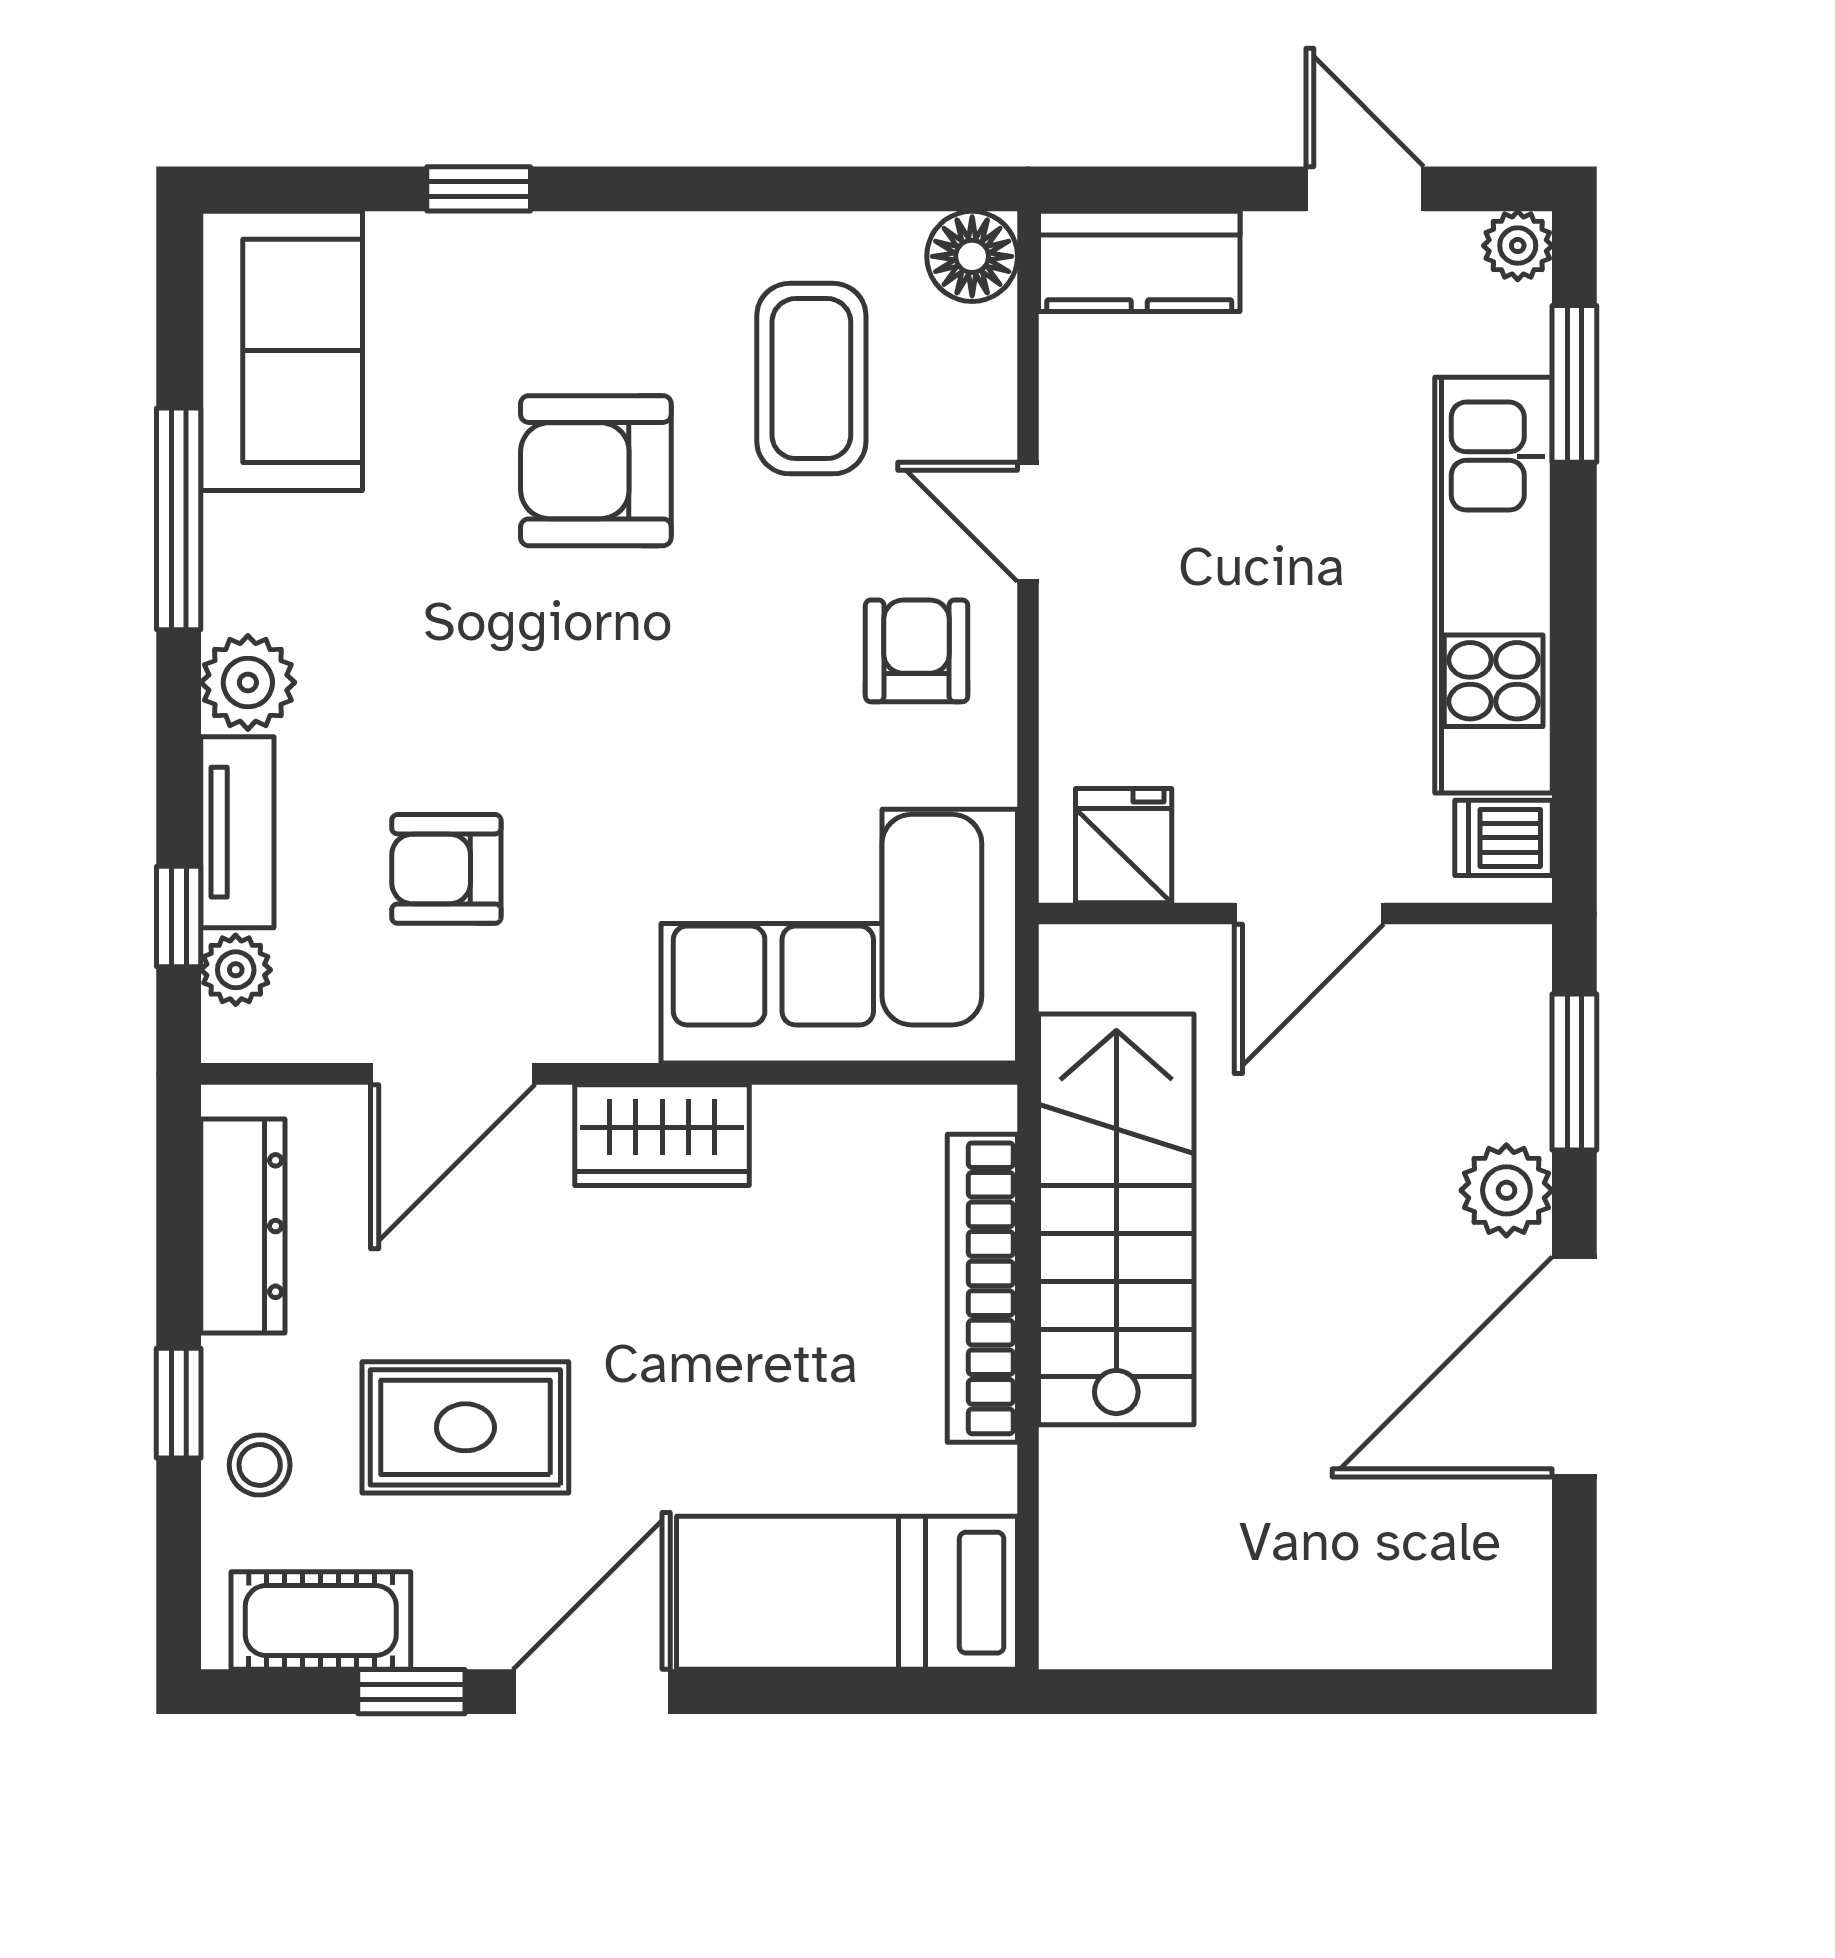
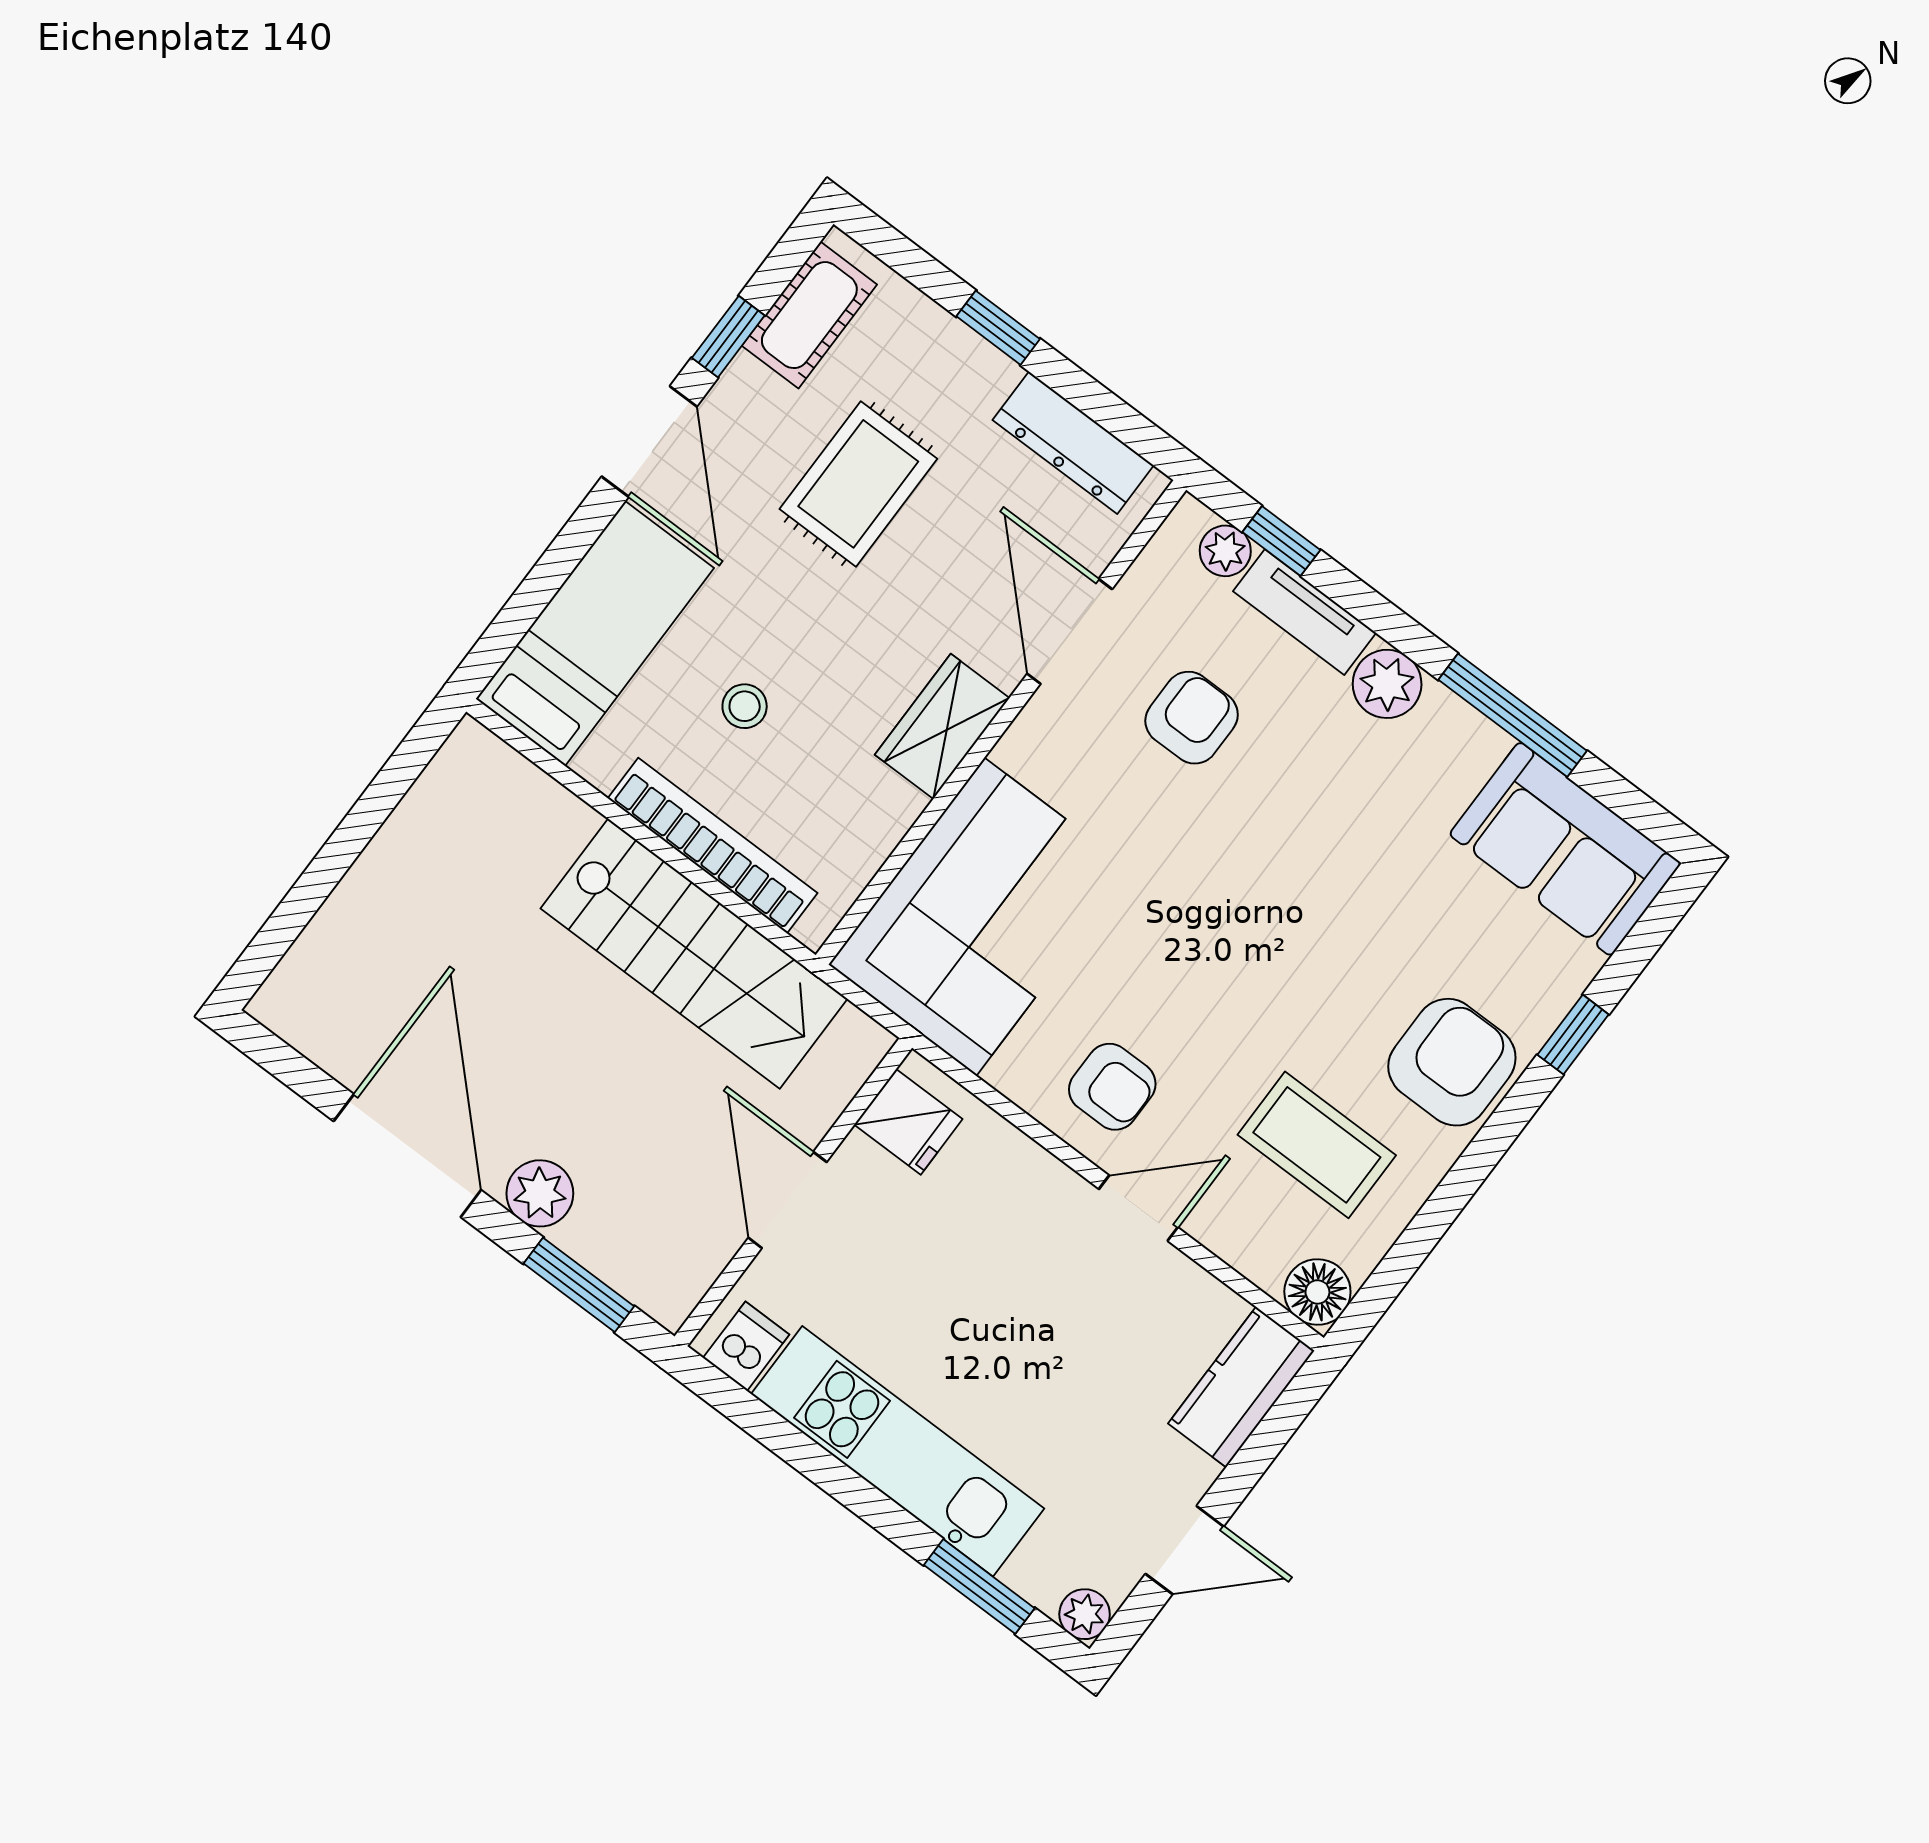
armchair: (596, 471) -> (1452, 1062), moved
stool: (260, 1465) -> (745, 706), moved

